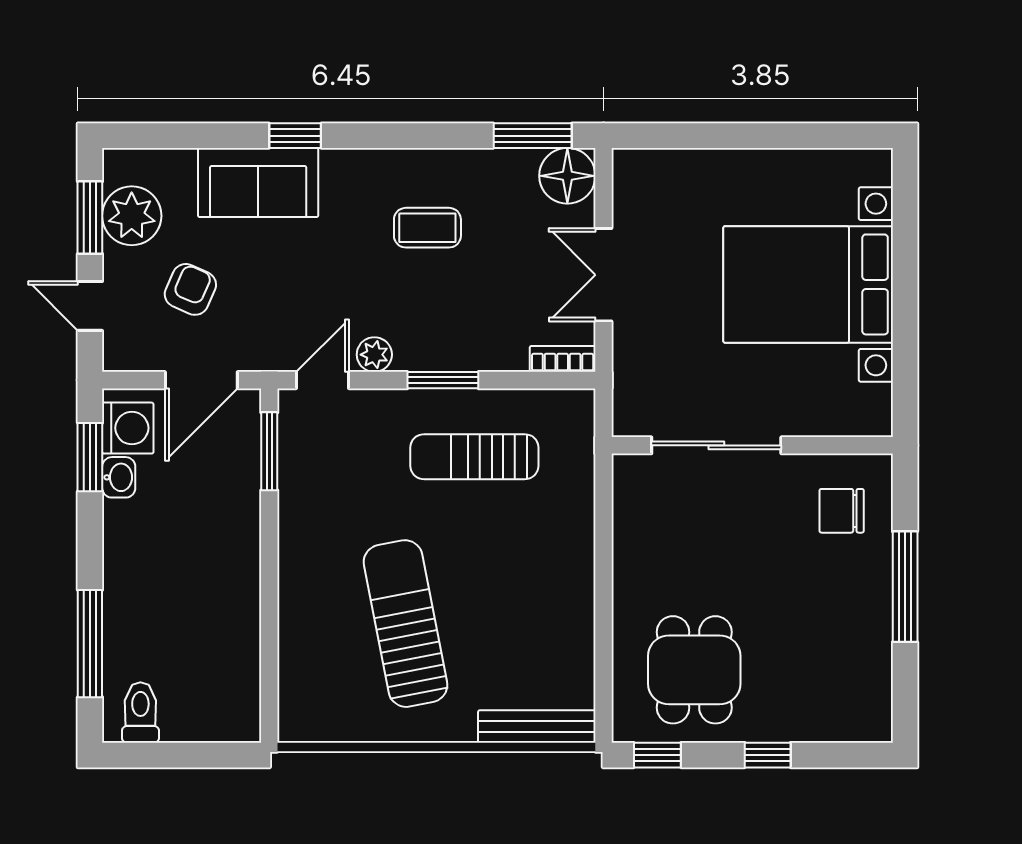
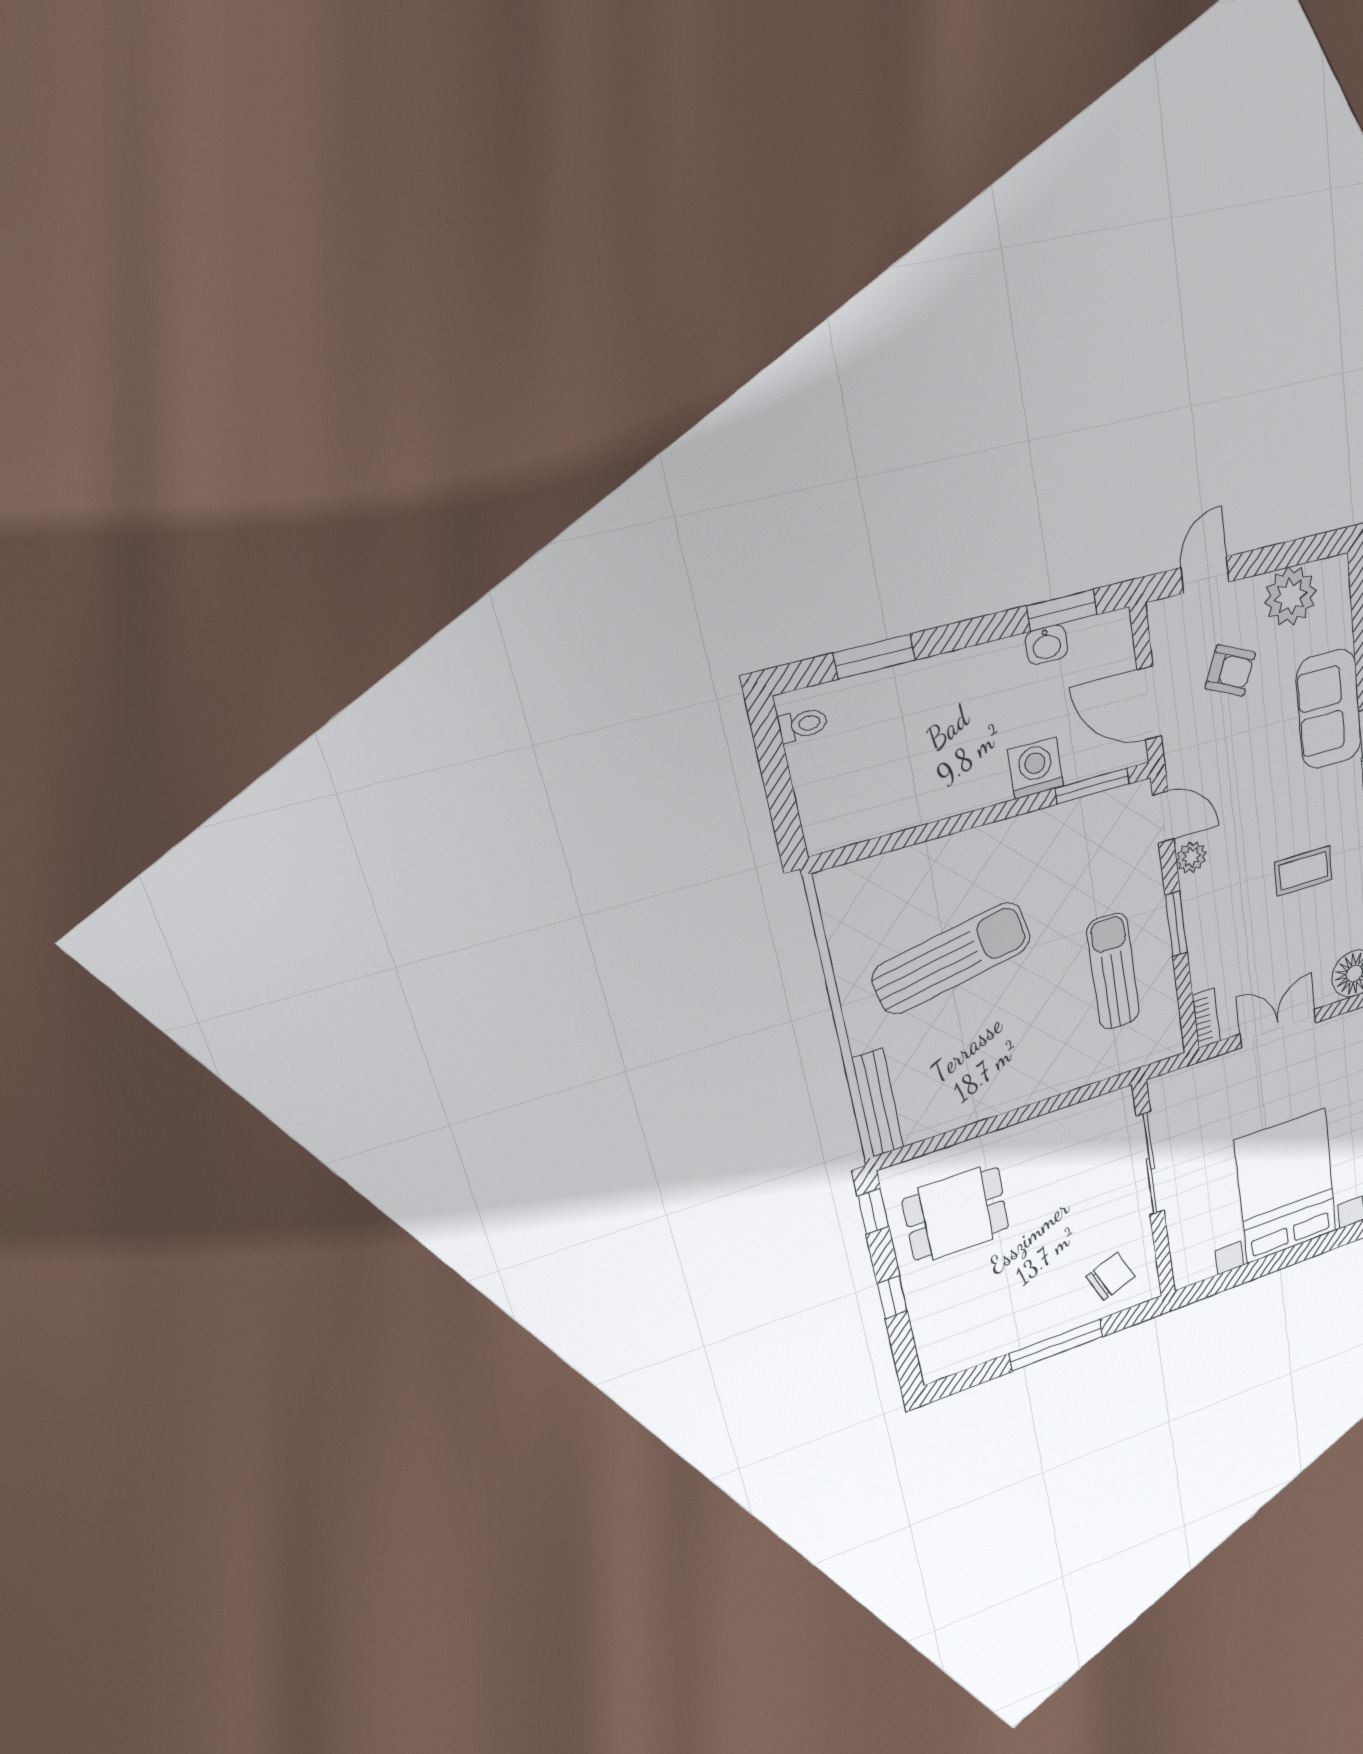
window: (90, 218) -> (1285, 555), removed
coffee table: (427, 228) -> (1303, 871), turned 90
washing machine: (128, 428) -> (1036, 768), moved, turned 180
chair: (842, 511) -> (1111, 1276), turned 68
window: (90, 644) -> (874, 657), width x0.69
toilet: (140, 712) -> (803, 725), width x0.73, depth x0.72

